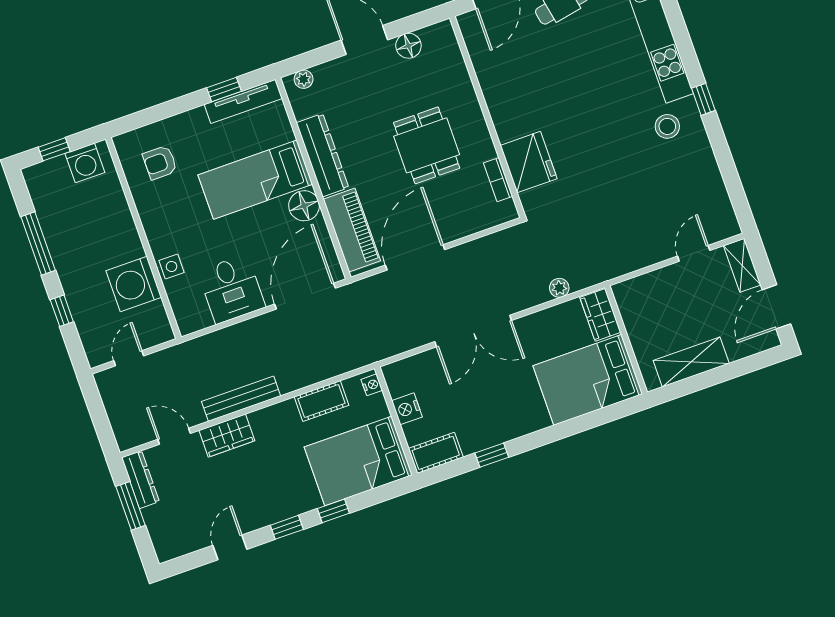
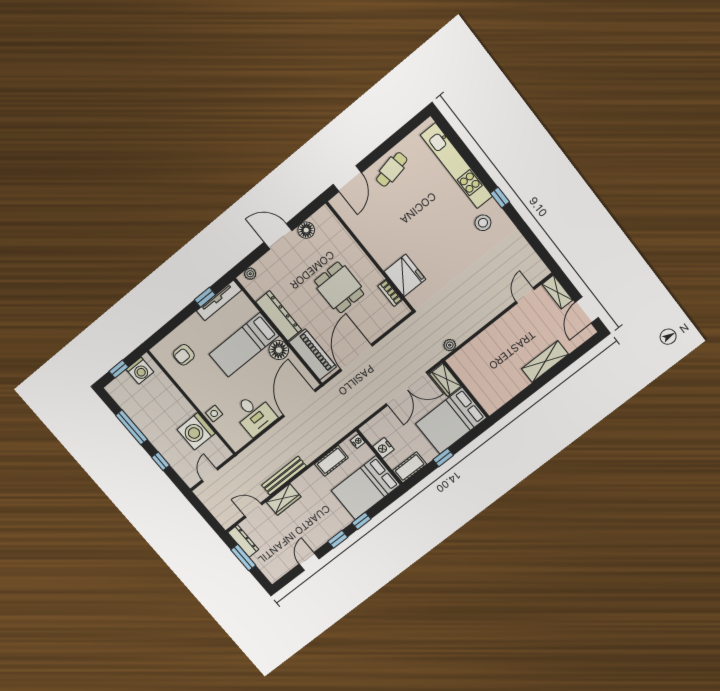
wardrobe: (600, 315) -> (445, 380), moved
wall: (626, 340) -> (466, 389), moved
bed: (588, 380) -> (451, 421), moved

